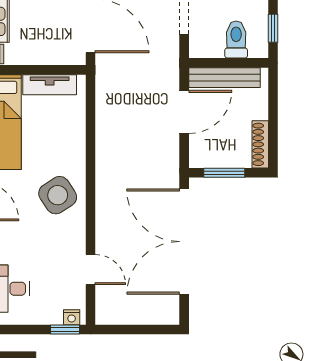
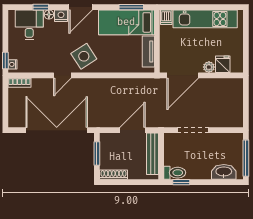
toilet: (236, 40) -> (175, 173), moved
door: (184, 112) -> (132, 130), swing flipped
door: (91, 270) -> (62, 75), moved
bookcase: (103, 305) -> (19, 83), added

